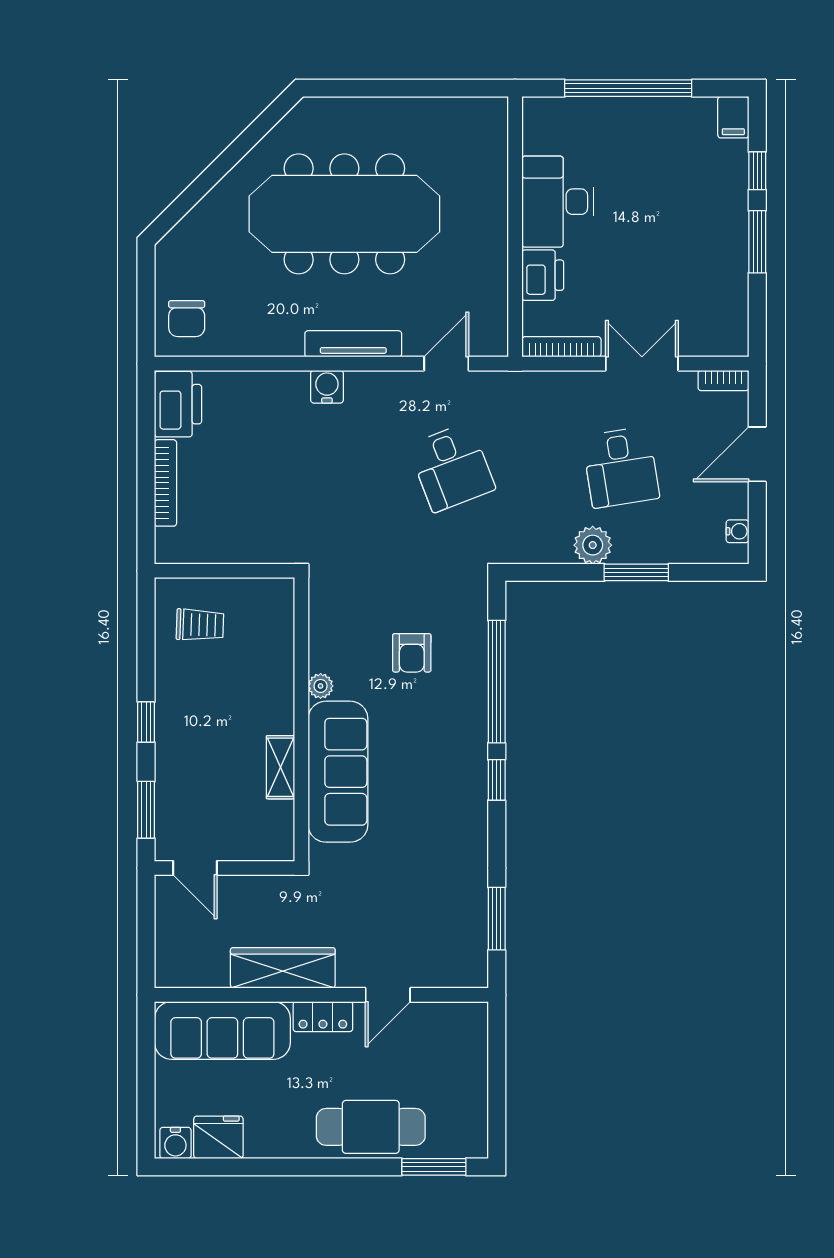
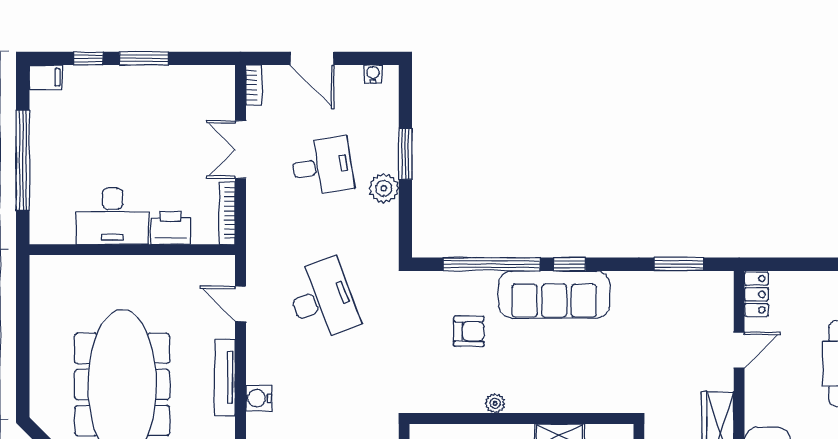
desk: (452, 467) -> (322, 300), width x1.37
sofa: (338, 772) -> (554, 294), moved, turned 180
door: (388, 995) -> (739, 350), hinge flipped
locker: (323, 1017) -> (756, 294), moved

